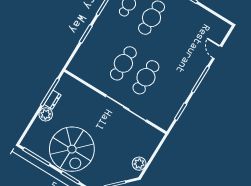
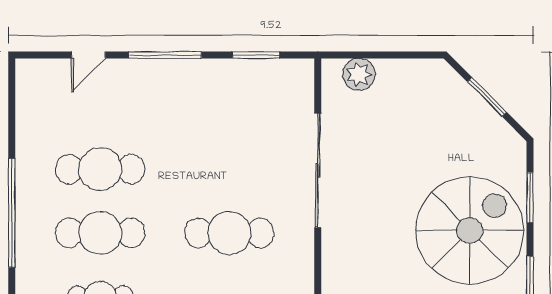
cafe table: (146, 77) -> (100, 169), moved
plant: (139, 164) -> (359, 74), moved

